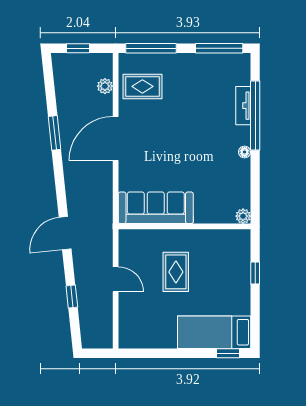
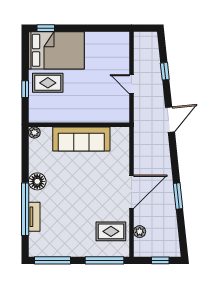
floor lamp: (245, 152) -> (37, 181), width x1.89, depth x1.89
sofa: (156, 208) -> (81, 139), moved
rug: (176, 272) -> (48, 83), moved, turned 90
bed: (214, 332) -> (56, 50), width x1.50

